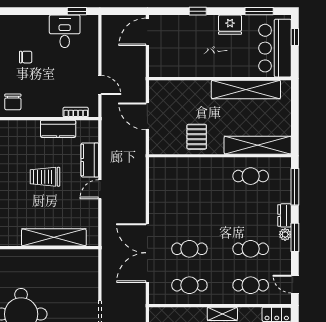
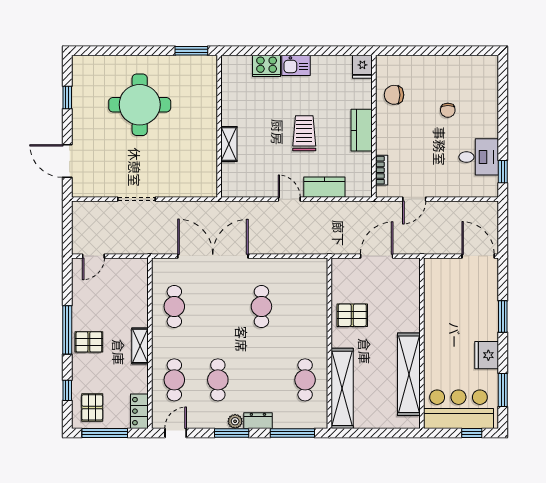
window: (198, 11) -> (503, 316), width x1.50
kitchen counter: (58, 129) -> (362, 130), moved
shelving: (54, 237) -> (229, 144), width x0.45, depth x0.75
cafe table: (189, 249) -> (261, 307), moved

